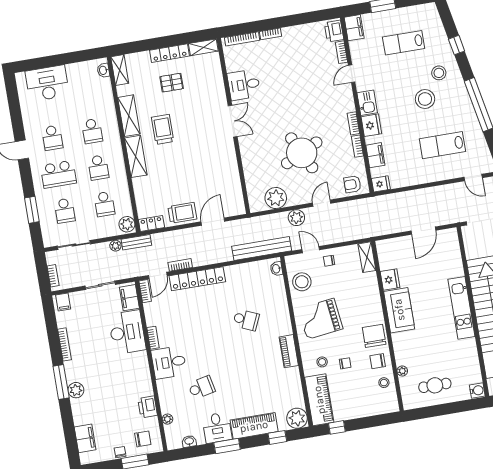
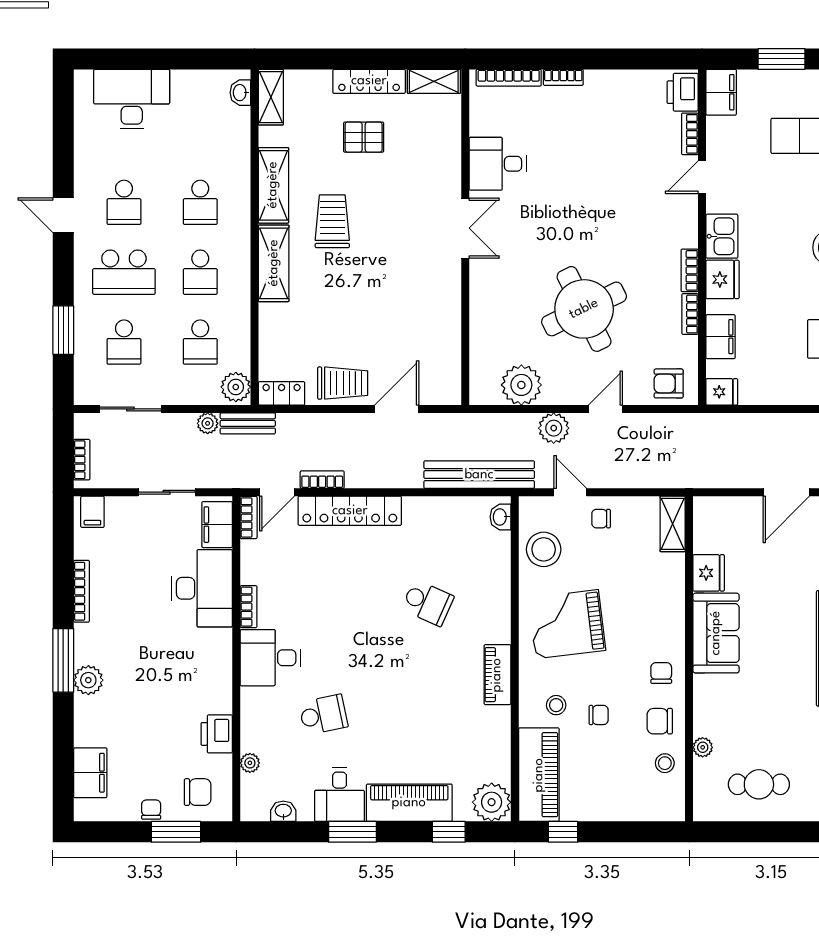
chair: (374, 336) -> (661, 673), width x0.54, depth x0.54

